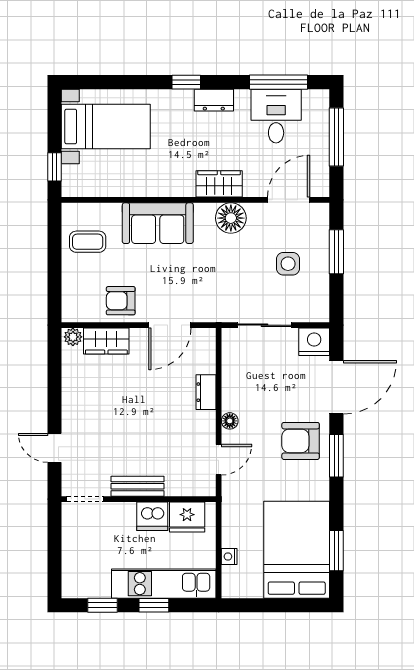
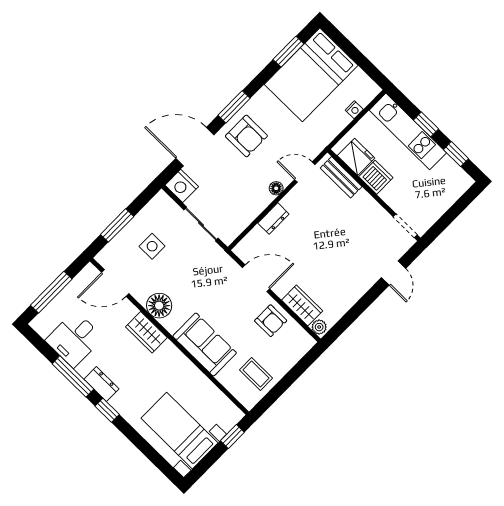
window: (278, 82) -> (73, 376), moved
bench: (138, 486) -> (341, 177), moved

